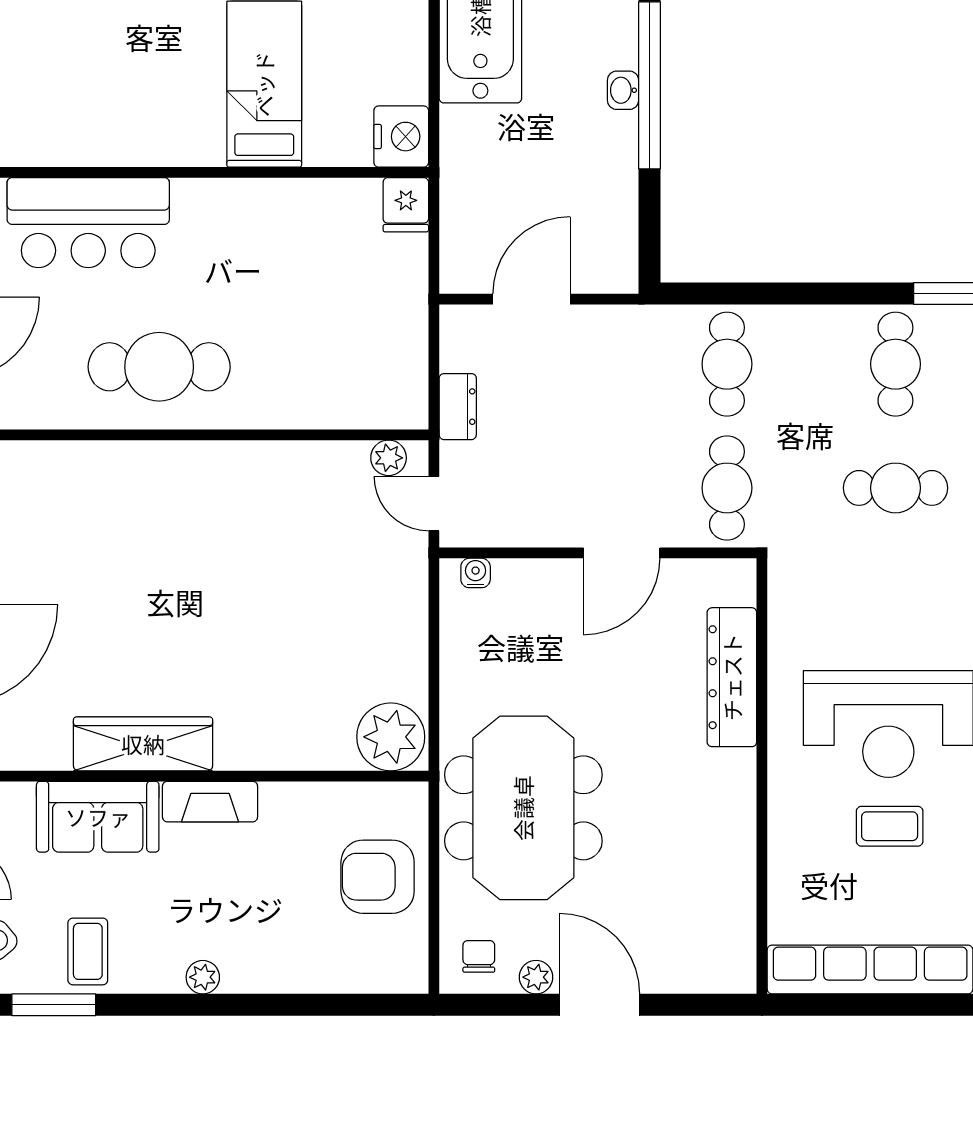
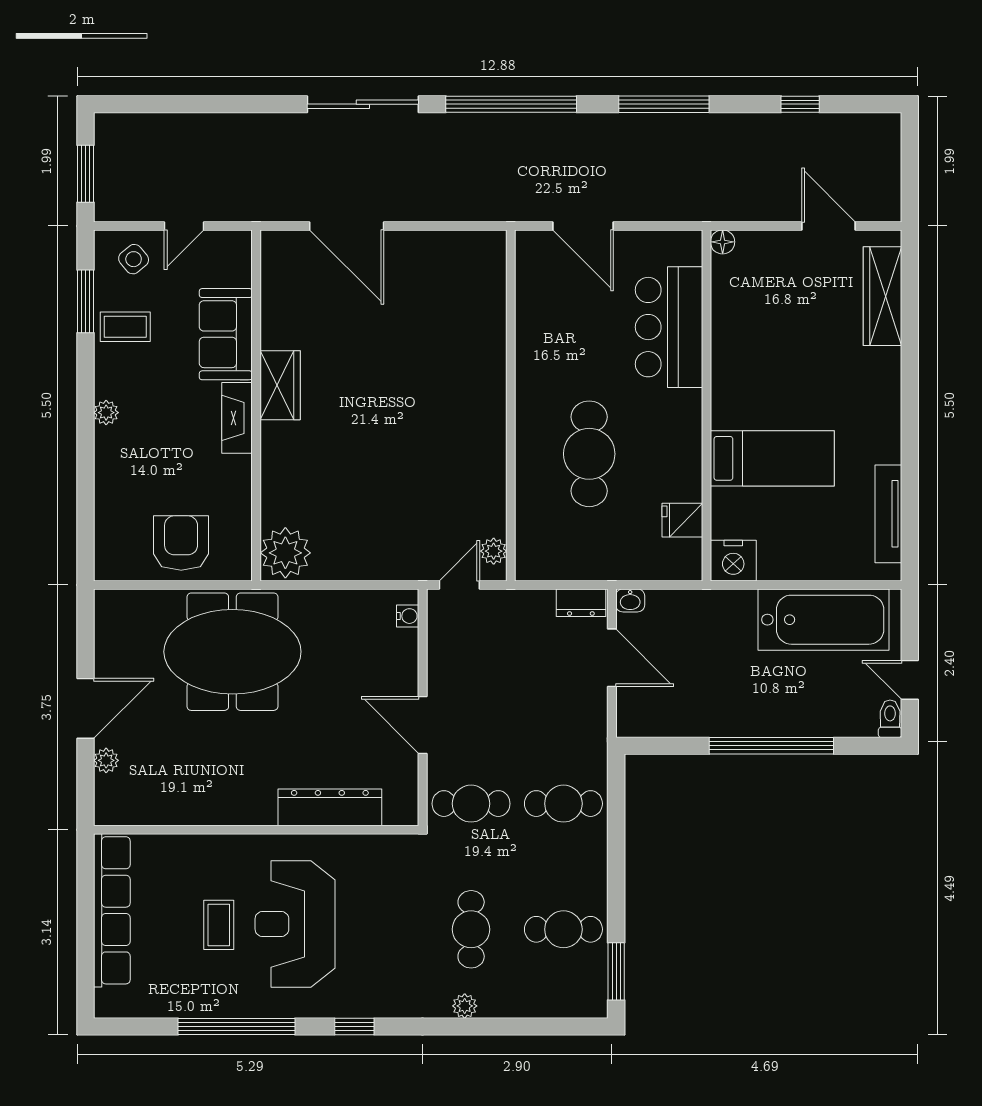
washbasin: (623, 90) -> (630, 600), moved, turned 180
fridge: (406, 205) -> (682, 520), moved
cafe table: (159, 367) -> (589, 454), moved
dresser: (458, 407) -> (581, 603), moved
wardrobe: (143, 744) -> (280, 385), width x0.67
chair: (479, 956) -> (122, 618), removed
plant: (536, 977) -> (106, 760), moved

